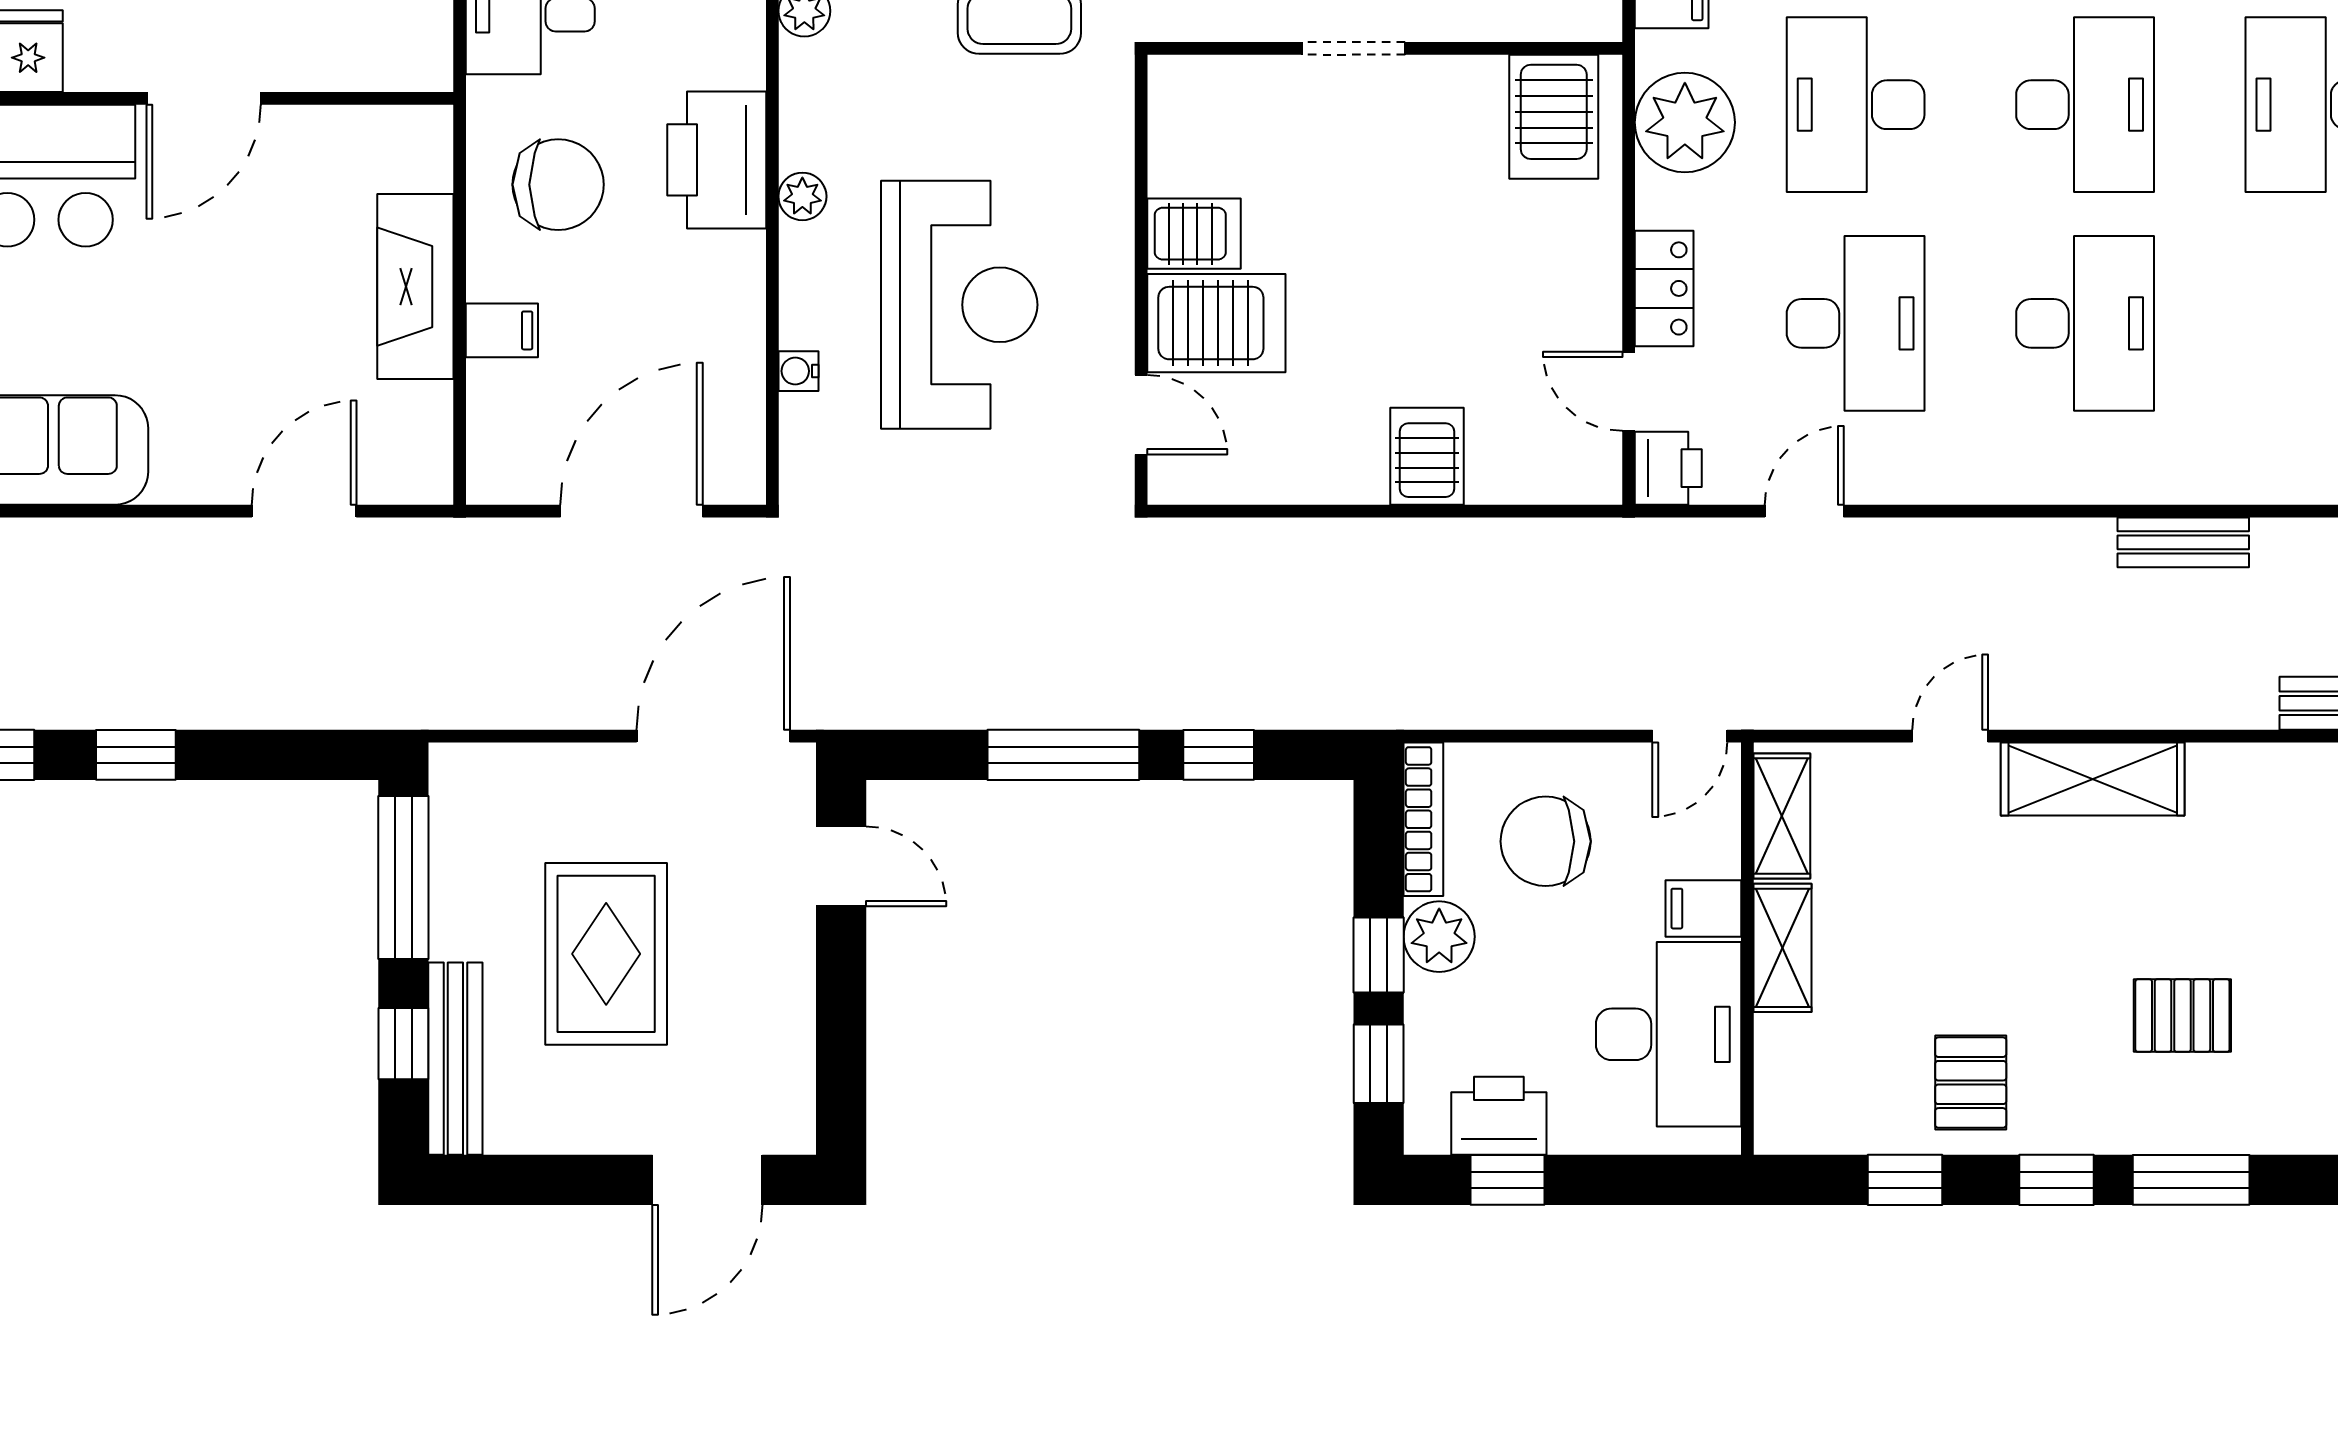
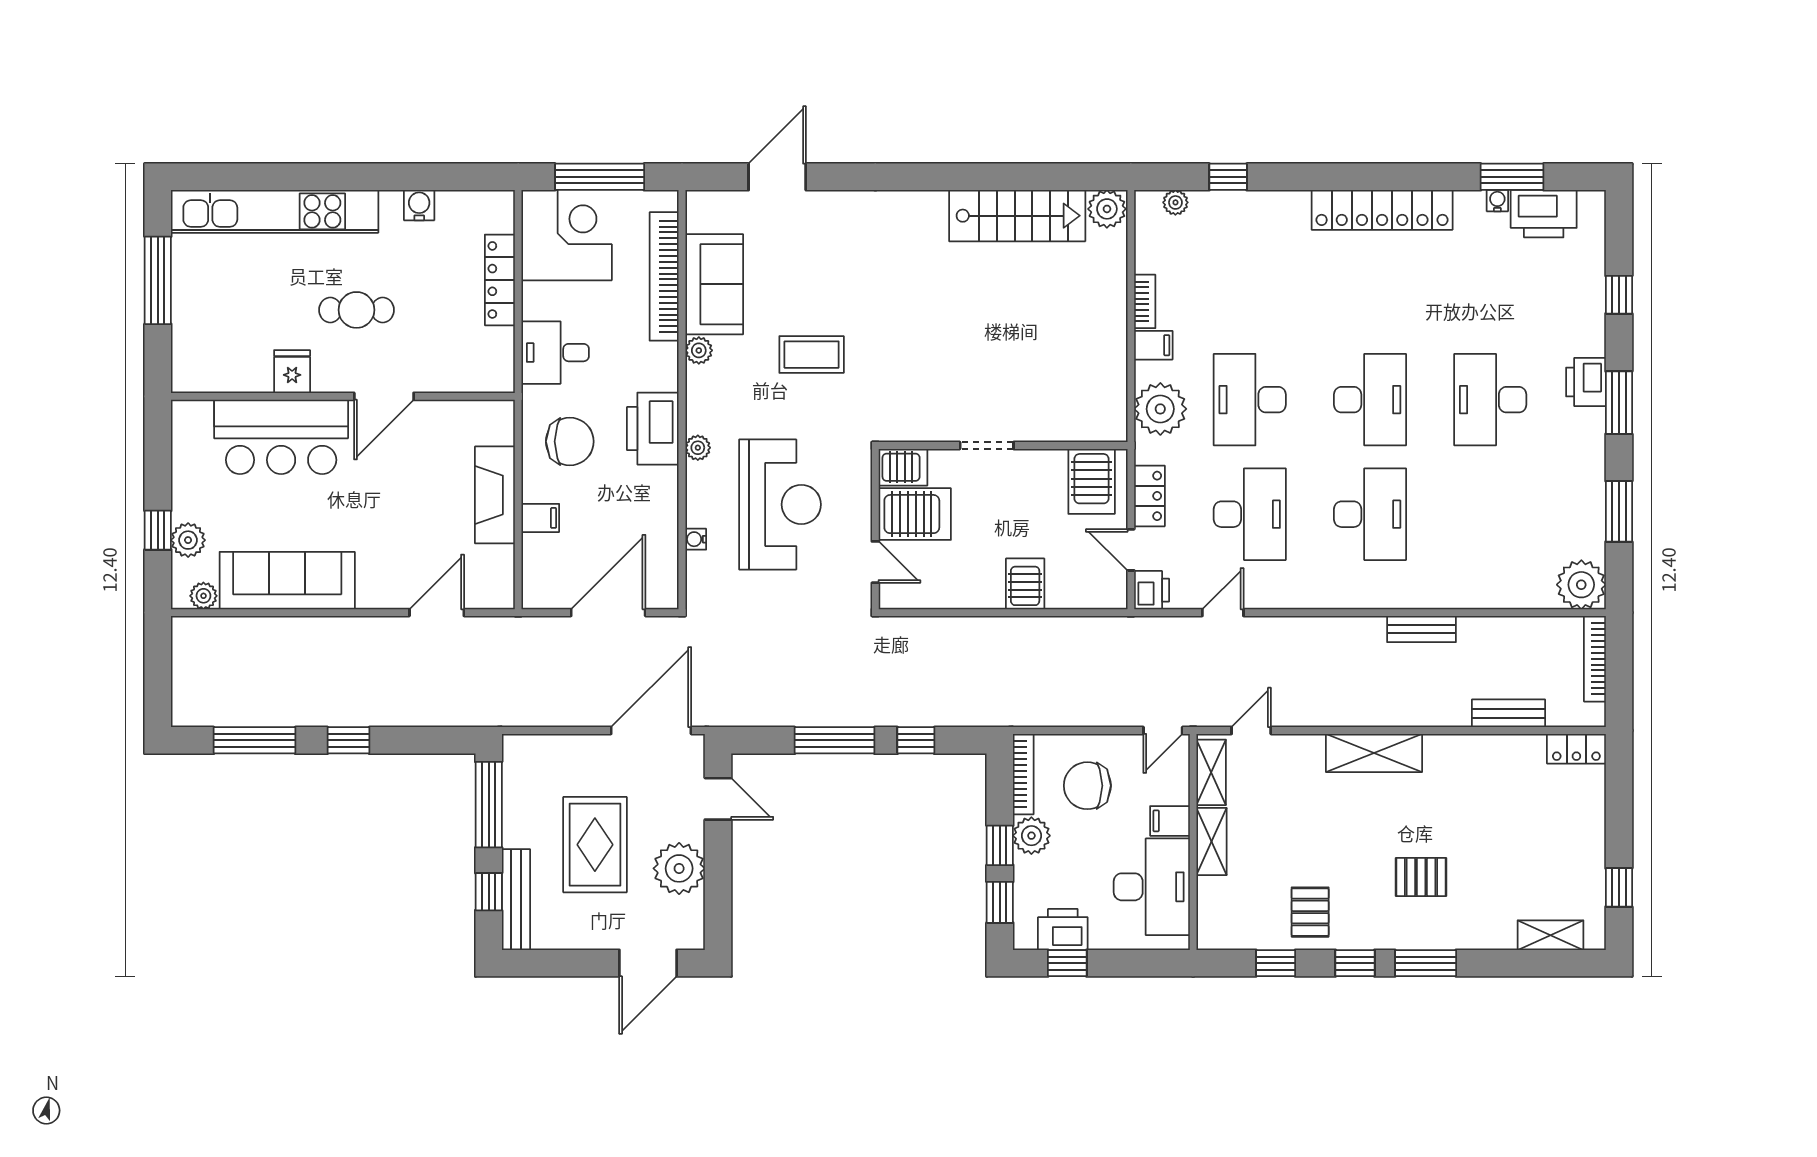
doorway: (1354, 48) -> (987, 445), moved
wall: (1385, 48) -> (1003, 445), moved
server rack: (1554, 117) -> (1092, 481), moved
door: (1950, 736) -> (1251, 731), moved
plant: (767, 999) -> (679, 868), added

